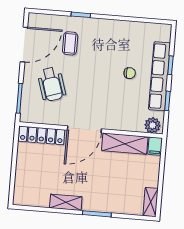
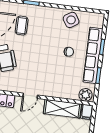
side table: (131, 34) -> (71, 20), added
door: (84, 129) -> (30, 96), width x0.53

